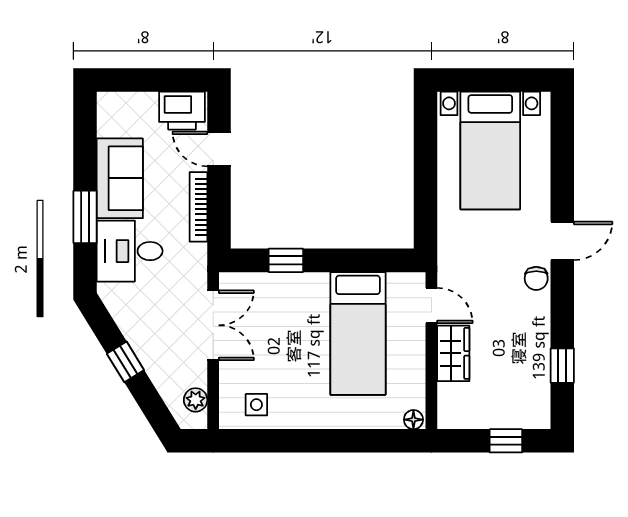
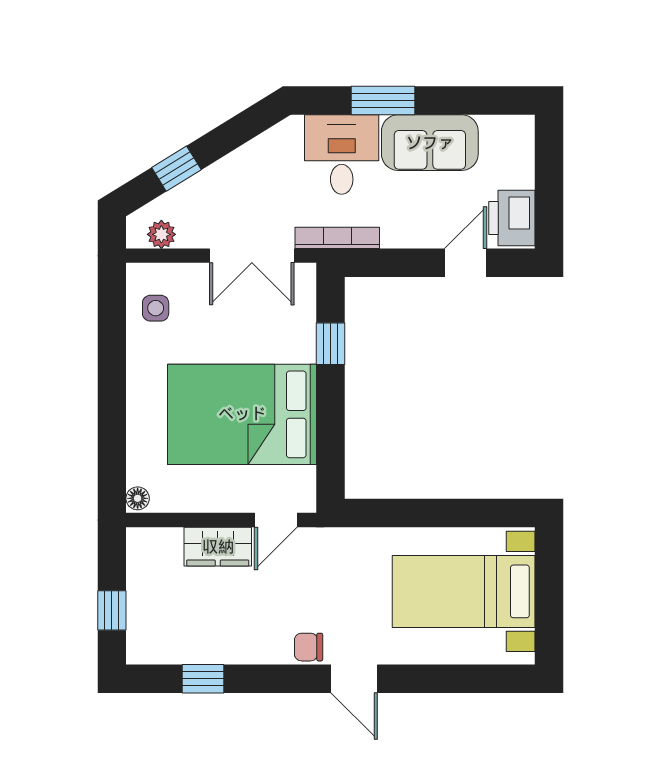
bookcase: (198, 207) -> (337, 238), moved
bed: (358, 333) -> (242, 414), width x1.50
window: (125, 362) -> (176, 169), moved

